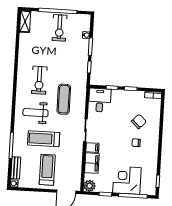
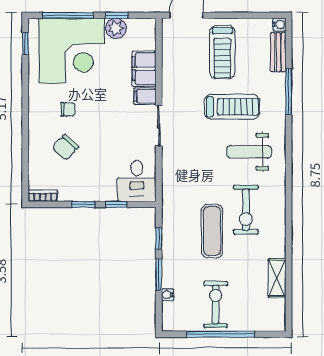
shelving: (25, 21) -> (277, 278), moved
exercise bike: (39, 80) -> (246, 210), turned 180
exercise mat: (64, 99) -> (212, 231), moved
weight bench: (35, 113) -> (249, 152), turned 180
corner desk: (127, 180) -> (72, 51), width x1.36, depth x1.36
plant: (90, 186) -> (116, 28), moved

